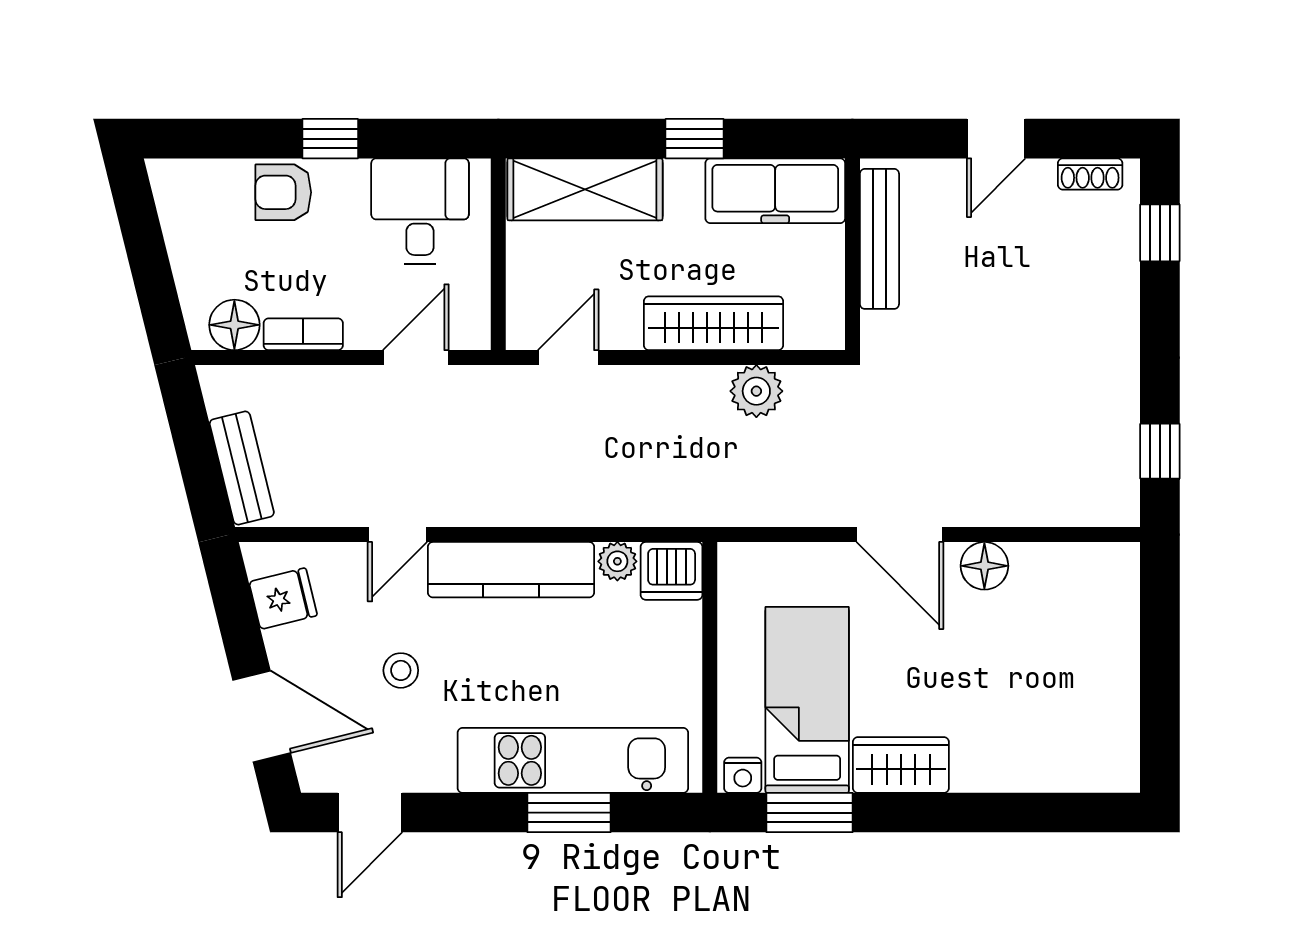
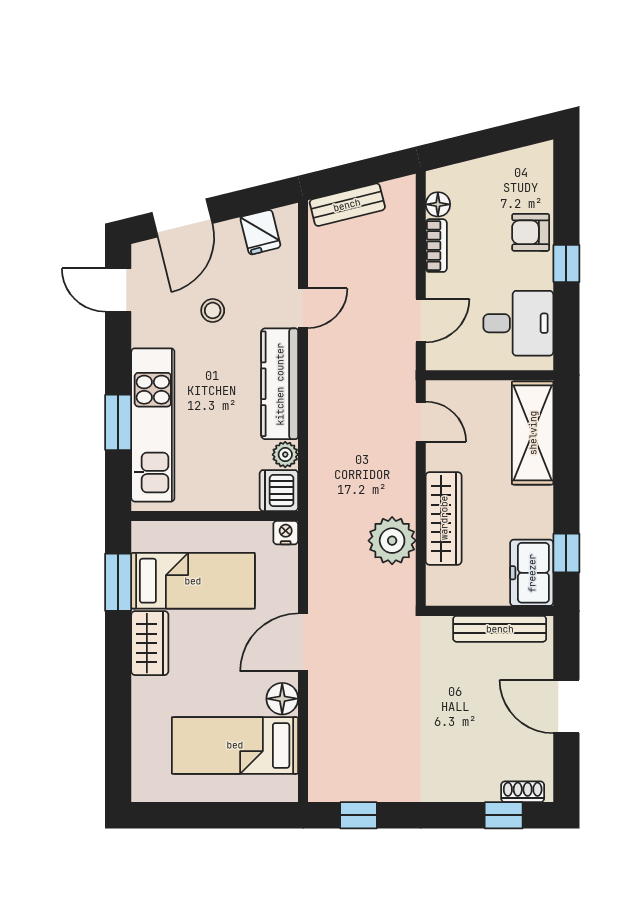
window: (695, 139) -> (566, 553), moved
door: (996, 139) -> (566, 706), width x1.38
shoe rack: (1090, 174) -> (523, 792), moved, turned 90
freezer: (775, 191) -> (532, 573), width x0.71
armchair: (283, 192) -> (531, 232), turned -90
floor lamp: (234, 325) -> (438, 204), width x0.73, depth x0.73
door: (416, 358) -> (421, 320), hinge flipped
plant: (756, 391) -> (392, 541), width x1.36, depth x1.36
door: (397, 535) -> (303, 308), swing flipped
bed: (1055, 637) -> (235, 745), added
nightstand: (743, 775) -> (286, 533), moved, turned 90

